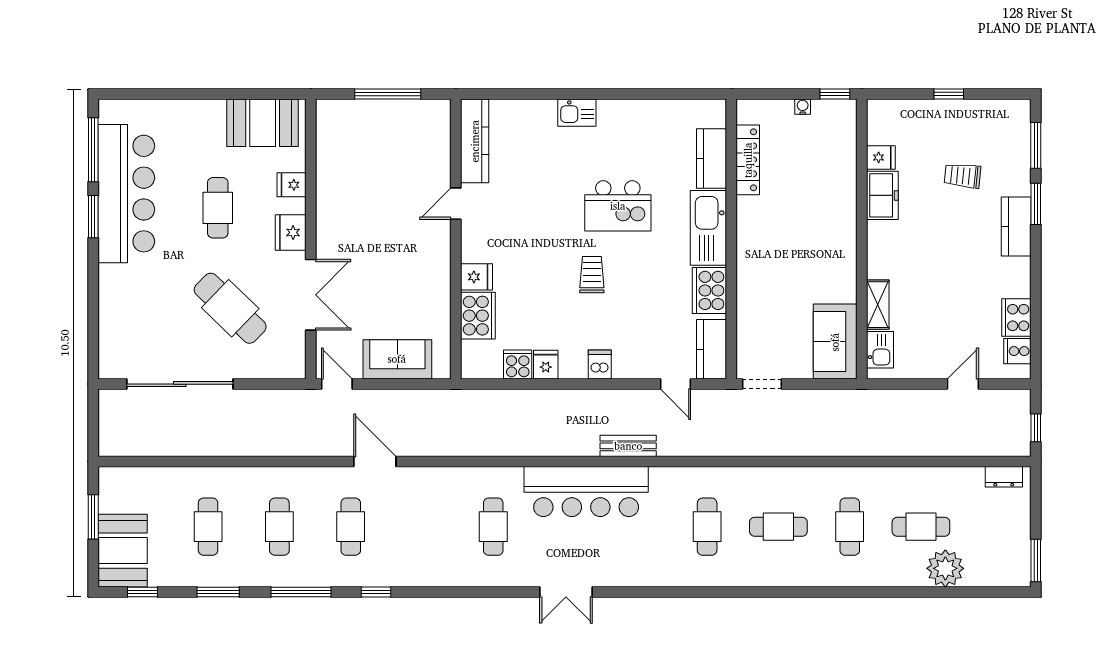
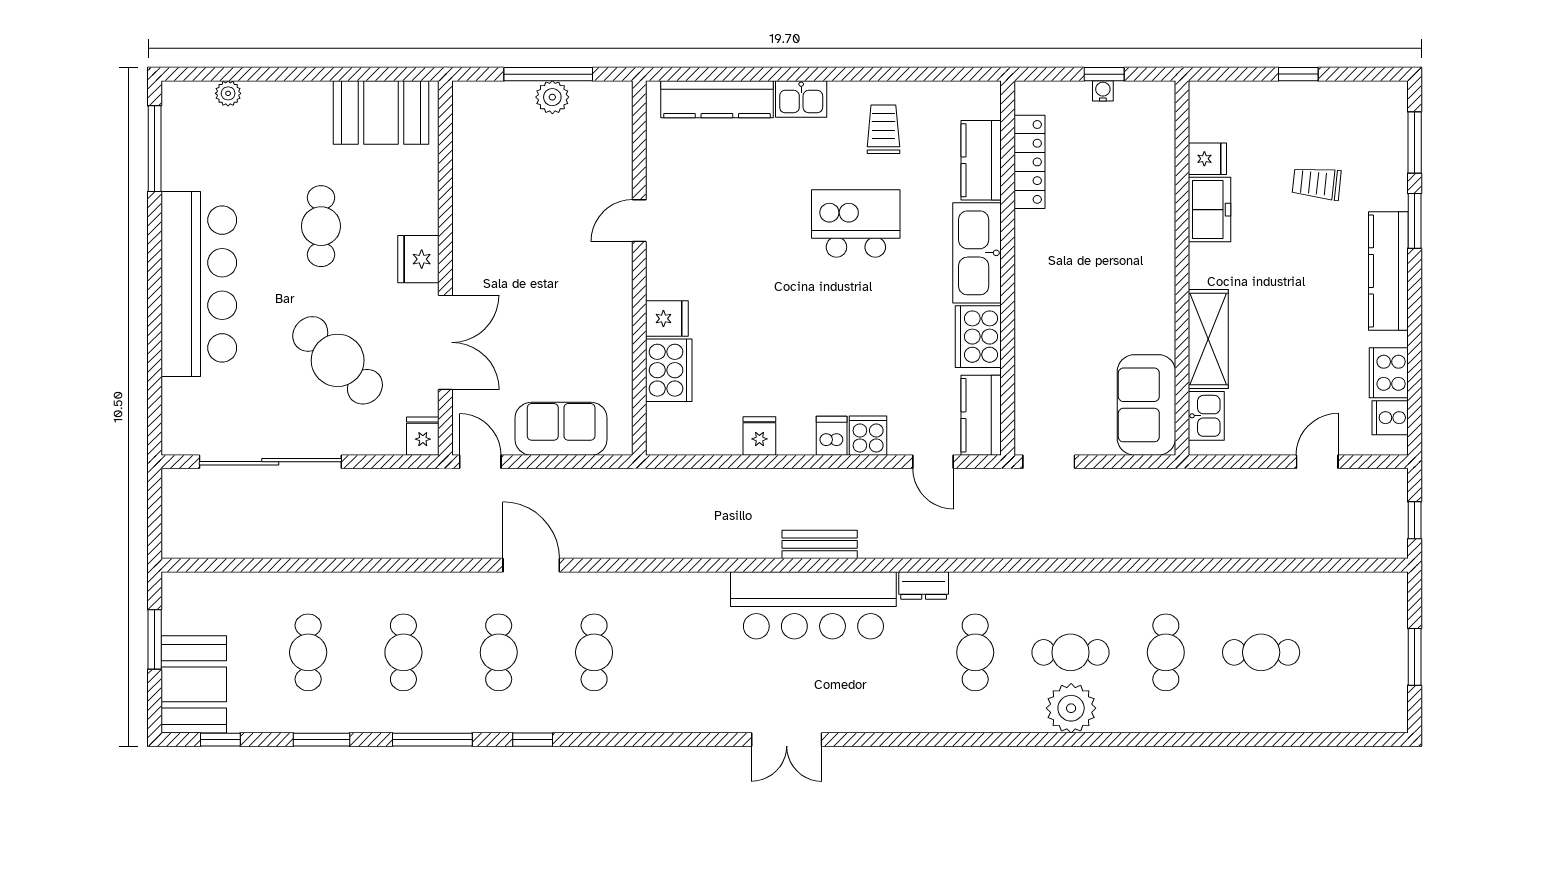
window: (835, 94) -> (1104, 74), moved
plant: (148, 109) -> (228, 93), added
plant: (391, 111) -> (552, 97), added
kitchen counter: (475, 141) -> (717, 99), moved, turned 90
fridge: (292, 185) -> (423, 436), moved, turned 90
bar counter: (126, 194) -> (199, 284), moved
kitchen island: (618, 206) -> (856, 223), turned 180
window: (93, 217) -> (155, 238), removed
kitchen counter: (1016, 227) -> (1388, 271), width x1.50
trolley: (592, 275) -> (883, 129), moved
shelving: (878, 305) -> (1208, 339), width x1.50, depth x1.33
cooker: (518, 365) -> (868, 436), moved
bench: (628, 446) -> (820, 544), moved
dresser: (1004, 477) -> (924, 586), moved
cafe table: (493, 527) -> (594, 652), moved
window: (1036, 561) -> (1415, 657), moved
plant: (945, 568) -> (1071, 708), moved

